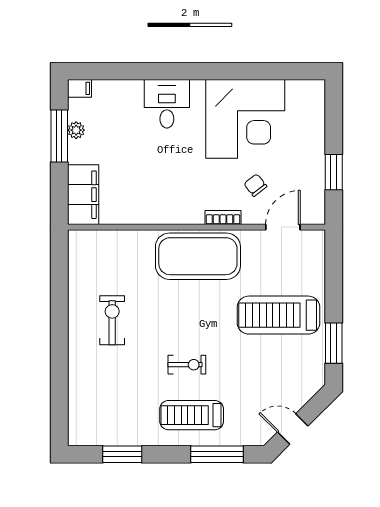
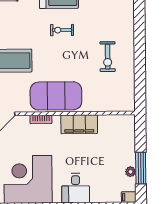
chair: (255, 185) -> (22, 139), removed
filing cabinet: (83, 195) -> (79, 124), moved, turned -90

